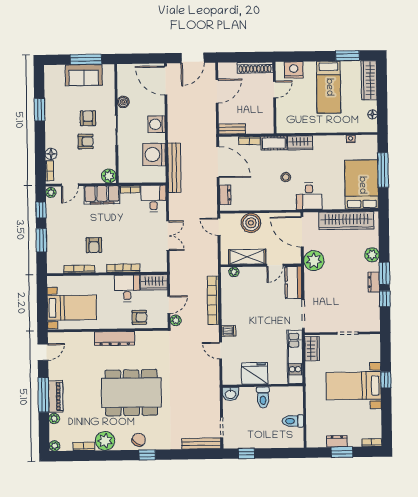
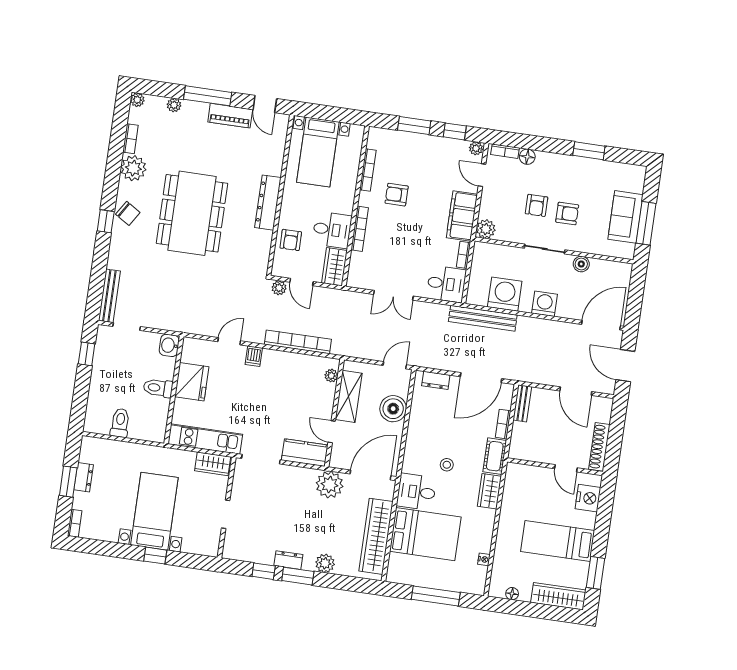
bed: (362, 185) -> (425, 534), moved
piano: (56, 396) -> (230, 116), moved

